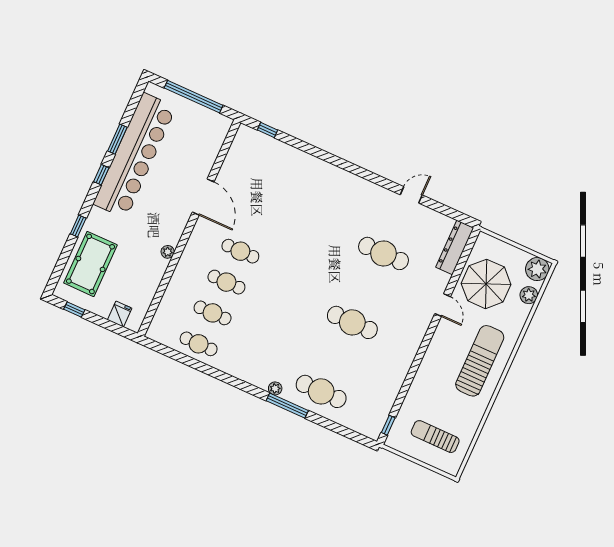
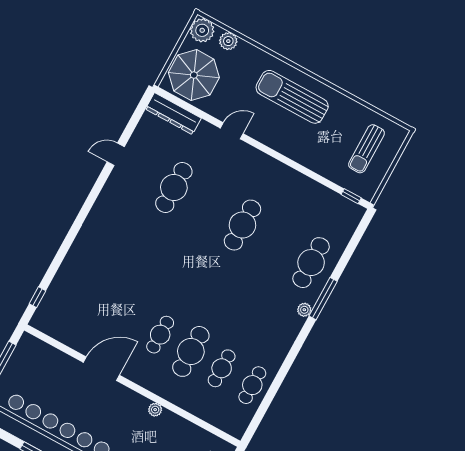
door: (411, 195) -> (116, 154), hinge flipped
cafe table: (226, 282) -> (191, 351), width x1.37, depth x1.35
parasol: (486, 284) -> (194, 75), moved

